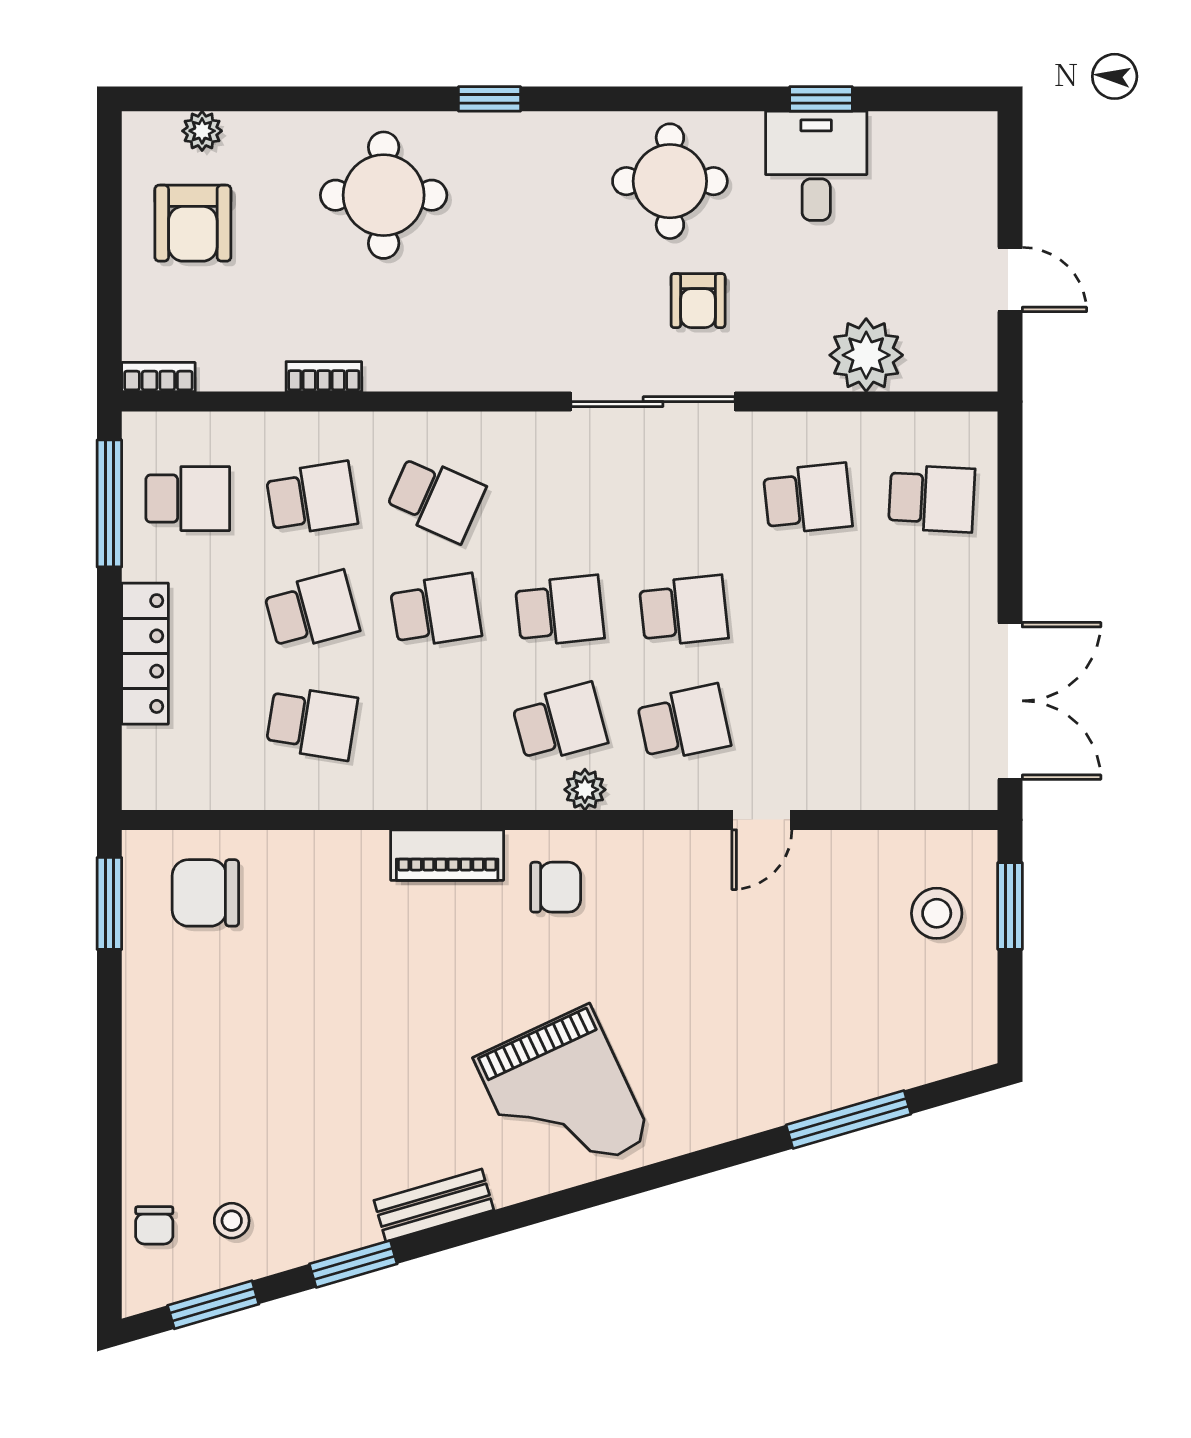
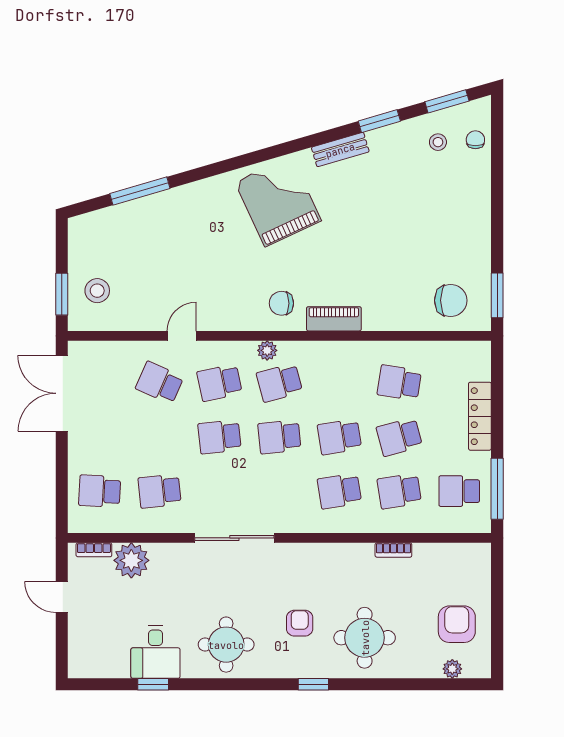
armchair: (698, 301) -> (300, 623), moved
bookcase: (158, 377) -> (94, 550), moved
school desk: (436, 499) -> (339, 491), turned -33
school desk: (808, 723) -> (160, 383), added

